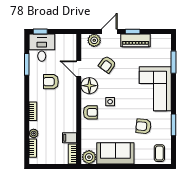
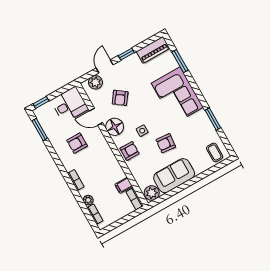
piano: (136, 40) -> (153, 50), moved
desk: (42, 48) -> (70, 105), moved, turned 90
window: (27, 64) -> (40, 129), moved
armchair: (143, 126) -> (166, 143), moved

